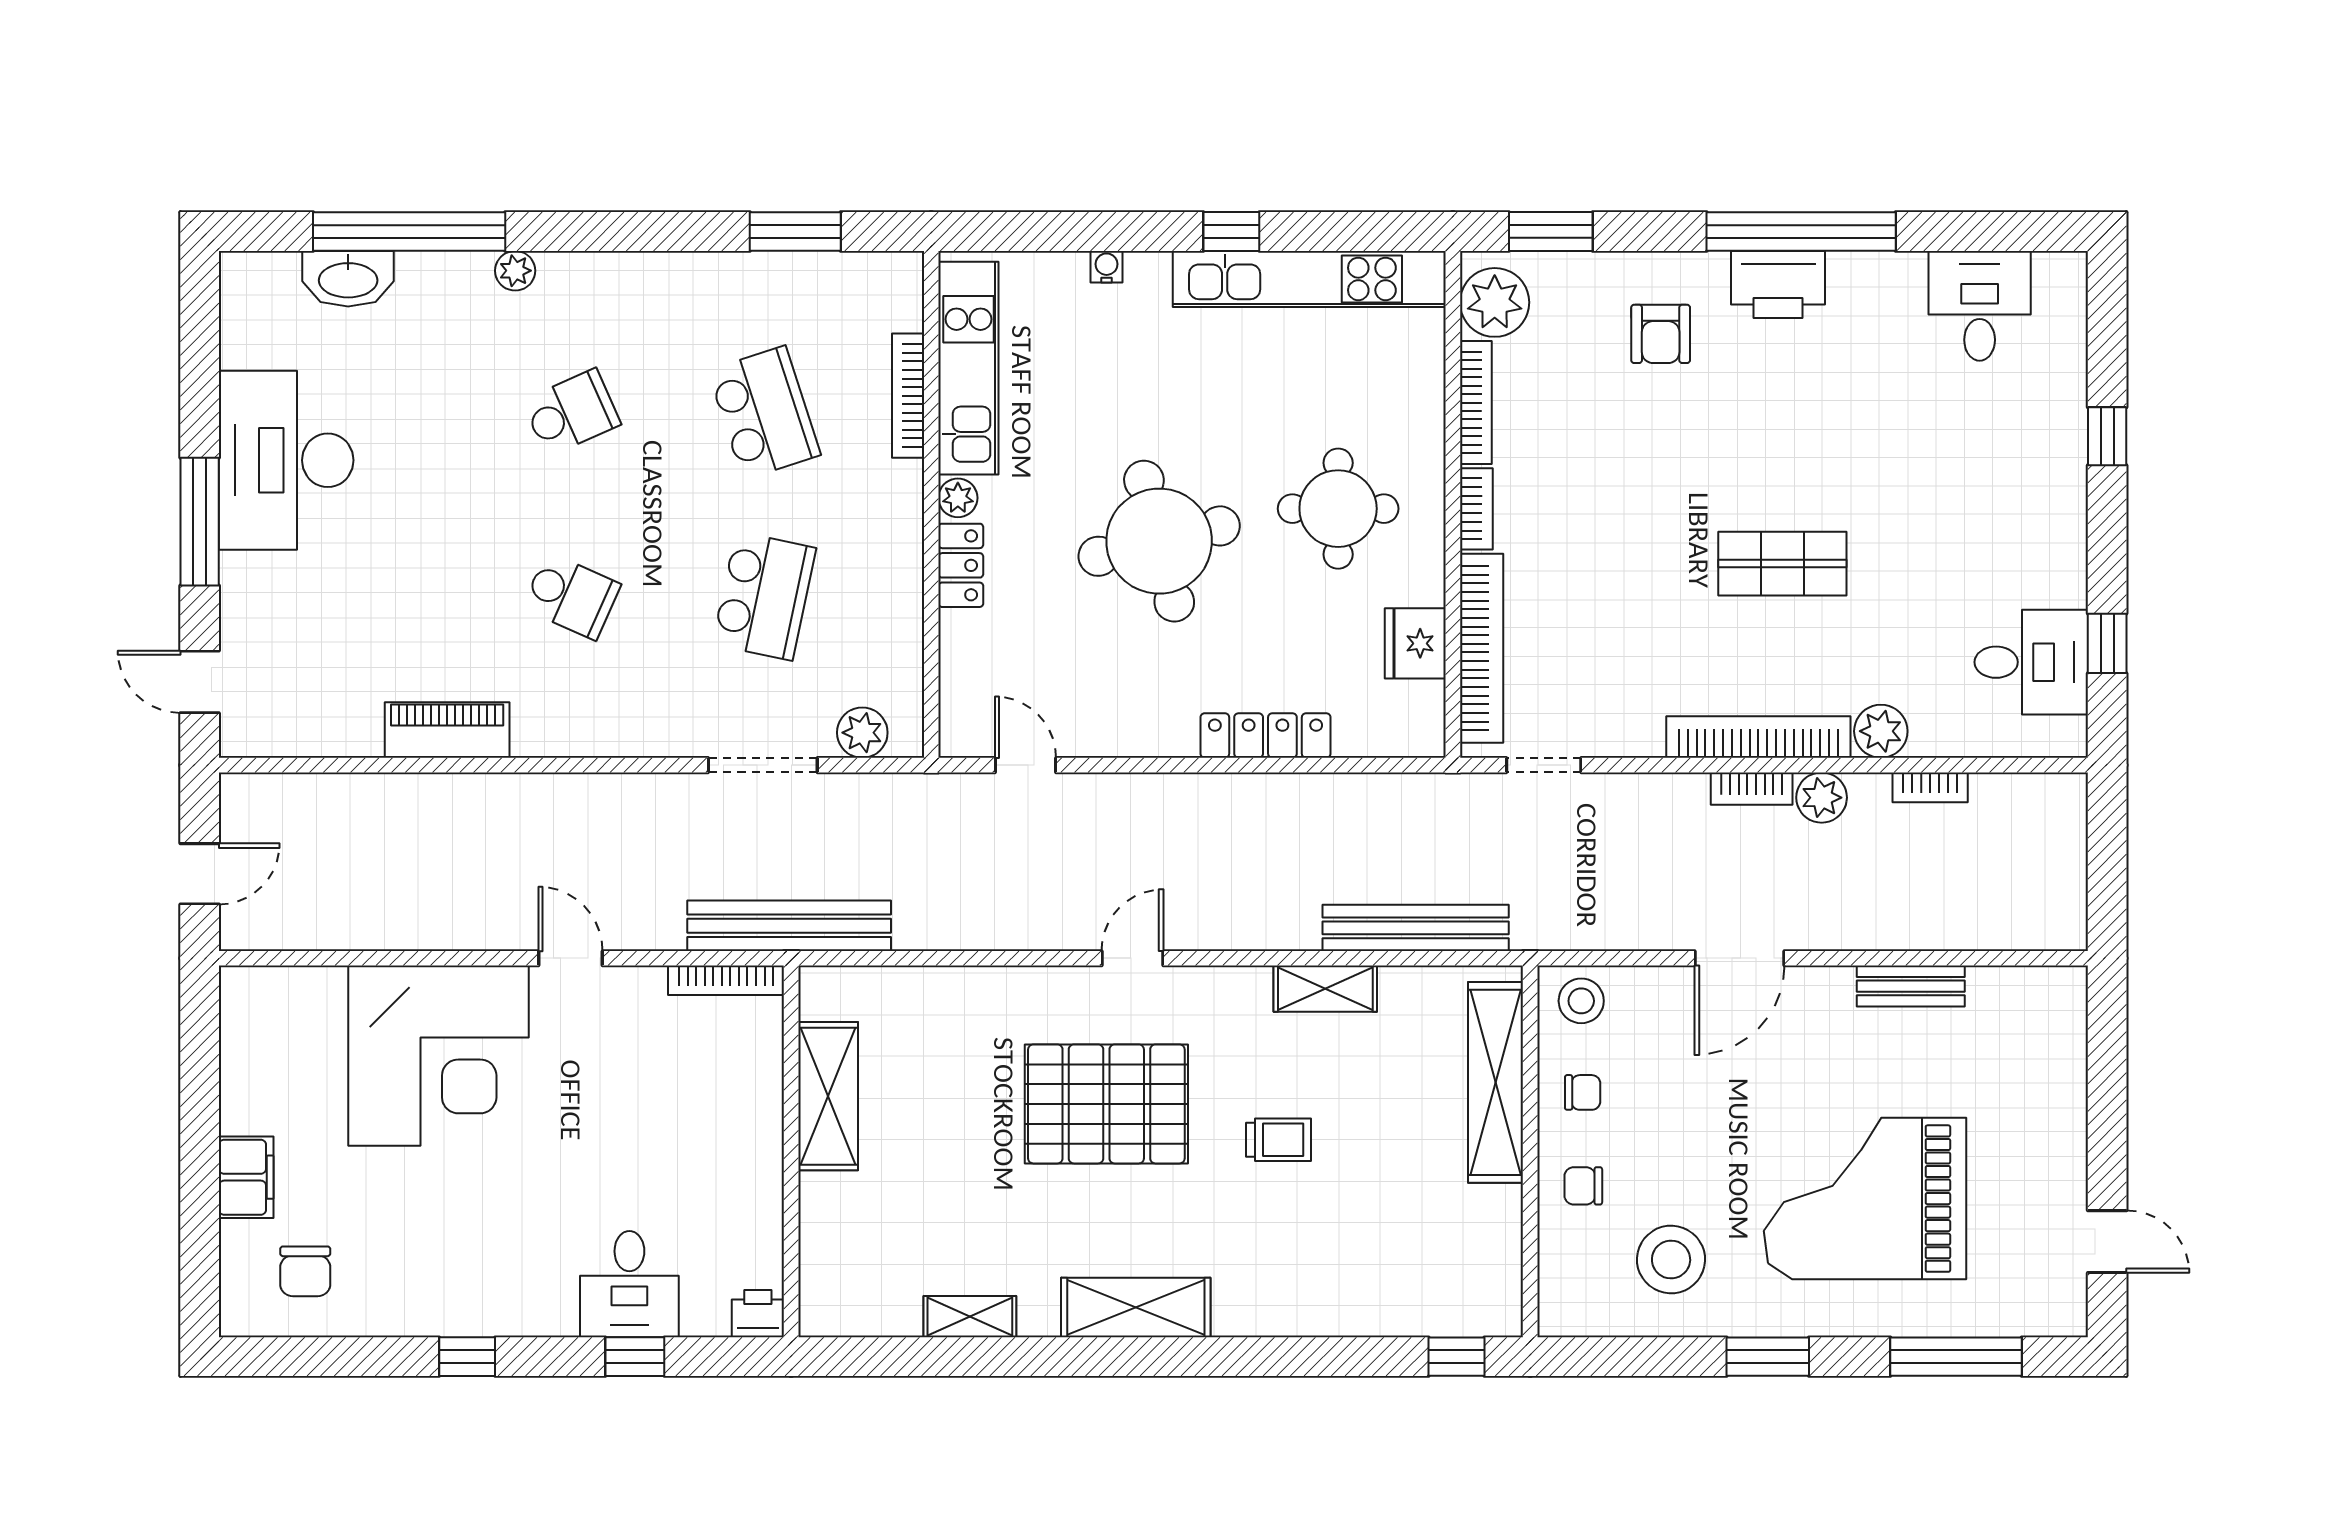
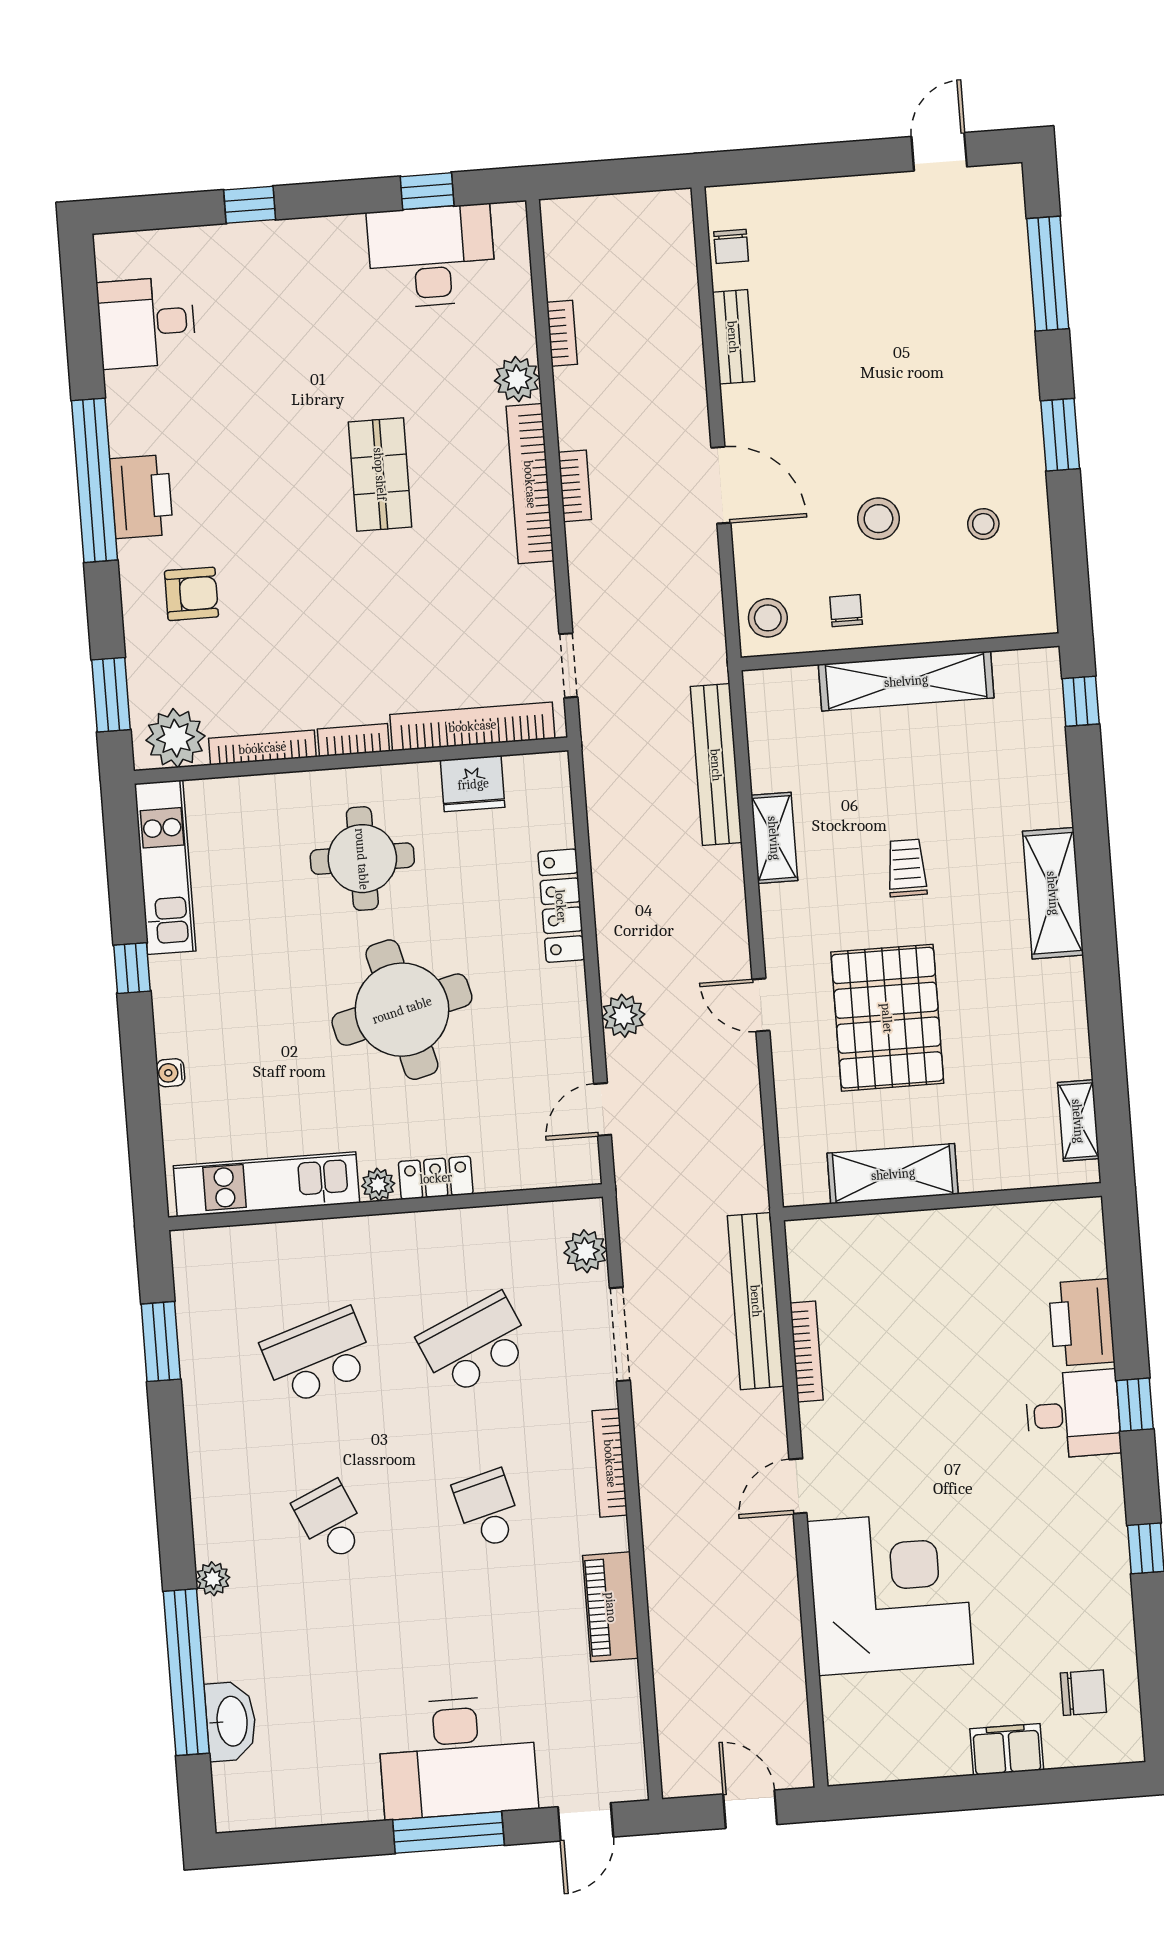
kitchen unit: (1309, 279) -> (165, 867), width x0.73
bookcase: (908, 396) -> (610, 1463), moved, turned 90
desk: (286, 460) -> (458, 1757), moved
school desk: (571, 596) -> (488, 1509), turned -39
school desk: (764, 596) -> (475, 1344), turned -36
desk: (2031, 662) -> (431, 256), width x1.37
plant: (1822, 798) -> (623, 1016), moved
shelving: (1495, 1082) -> (906, 681), moved
shelving: (828, 1096) -> (893, 1174), moved
stool: (1687, 1138) -> (878, 519), added
wall: (791, 1151) -> (942, 1202), moved
chair: (1583, 1186) -> (731, 246), moved
grand piano: (1865, 1199) -> (918, 362), removed
stool: (1671, 1260) -> (983, 524), width x0.53, depth x0.53
shelving: (1136, 1307) -> (1053, 893), moved
printer: (758, 1314) -> (1082, 1323), width x1.87, depth x1.48

